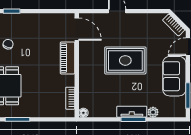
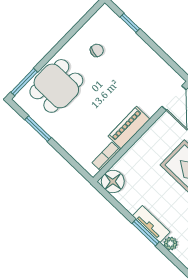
piano: (68, 58) -> (129, 128), moved
floor lamp: (83, 113) -> (113, 182), width x1.89, depth x1.89

